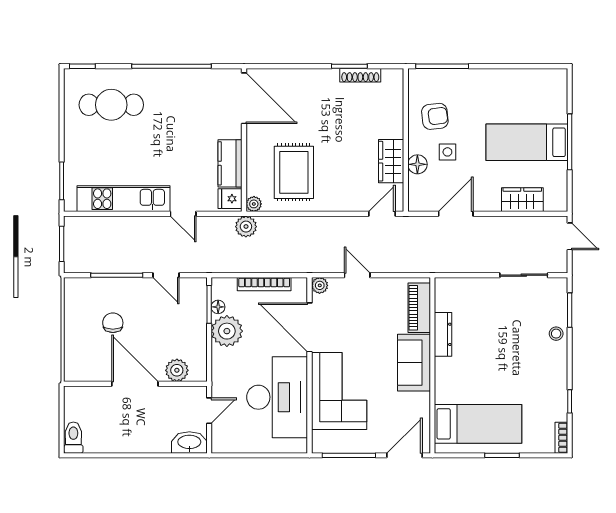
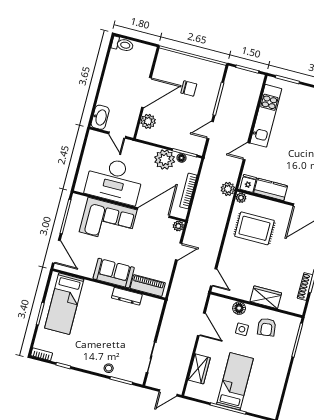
wardrobe: (391, 161) -> (266, 297), moved

